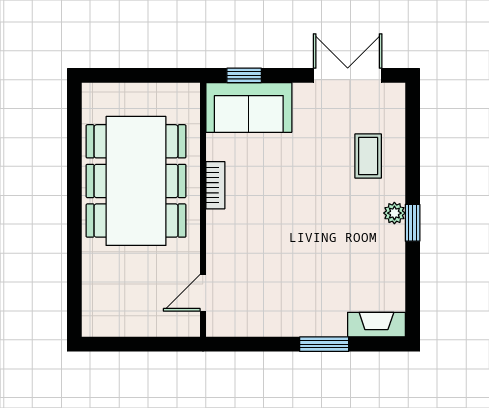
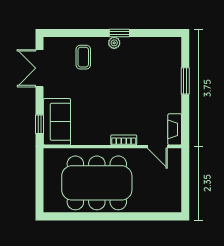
coffee table: (368, 156) -> (83, 57), turned 90
bookcase: (215, 185) -> (124, 140), moved
fireplace: (376, 325) -> (175, 129), moved

